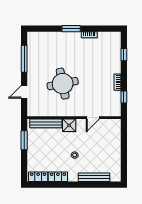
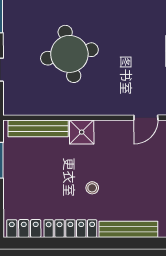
door: (93, 118) -> (146, 118), moved
locker: (58, 177) -> (70, 229), width x1.53

